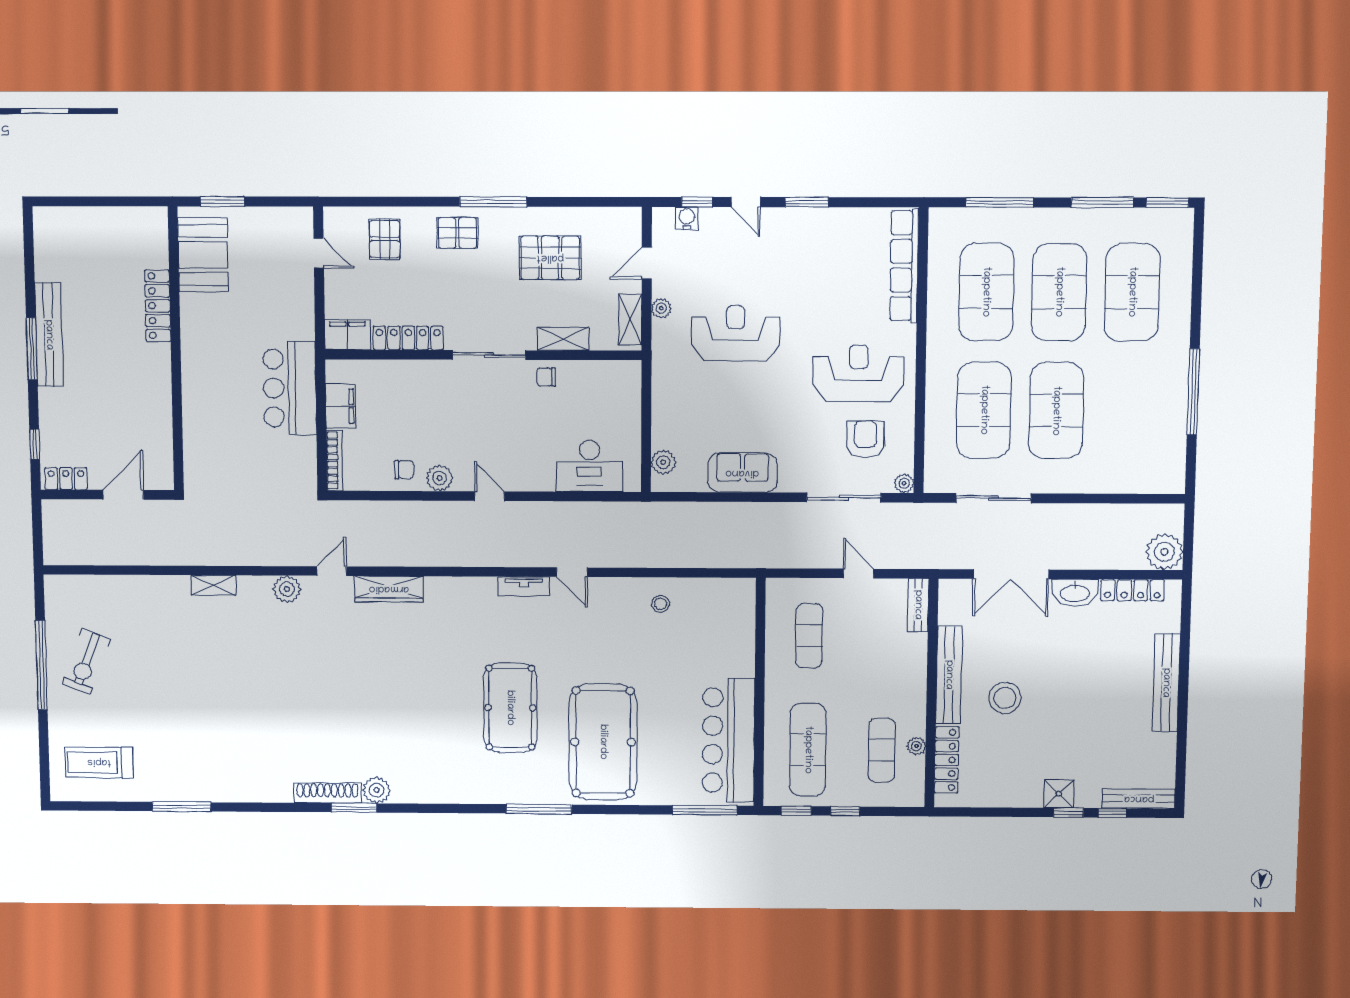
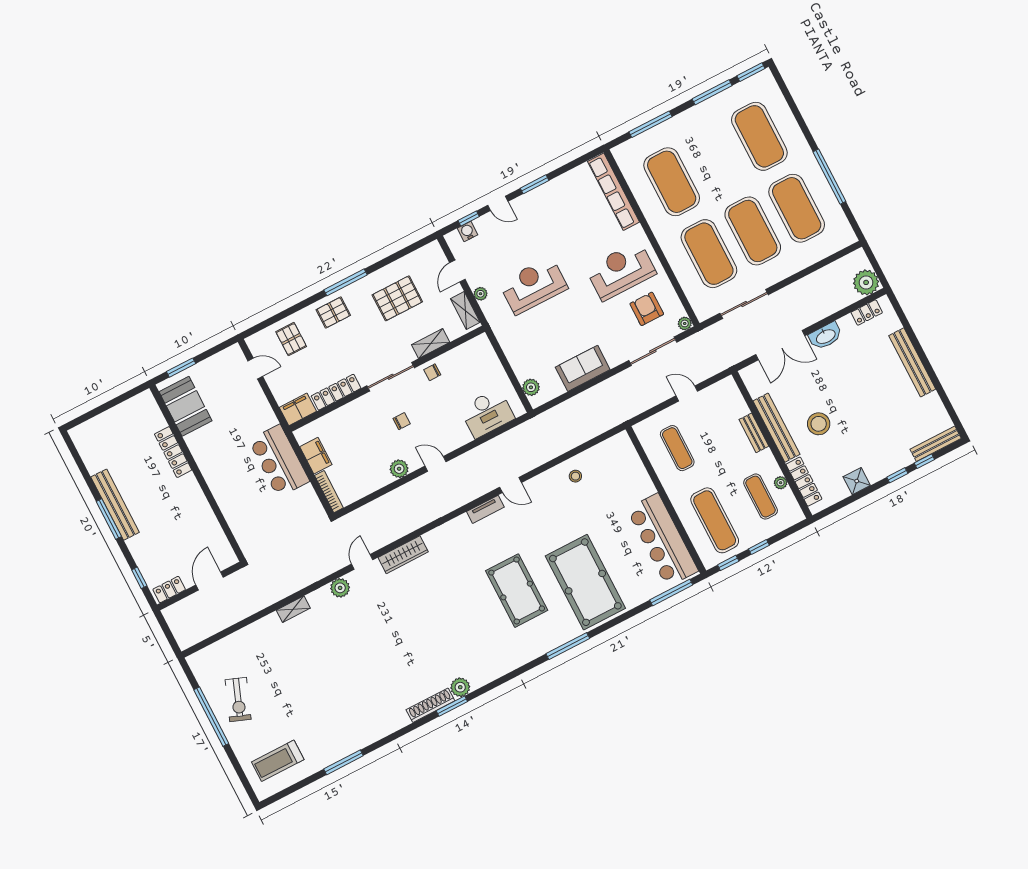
exercise mat: (1059, 292) -> (797, 208), moved
chair: (404, 470) -> (402, 421), moved
locker: (1132, 590) -> (867, 313), width x0.66
bench: (918, 605) -> (754, 433), moved
shower: (1059, 794) -> (857, 481), moved

